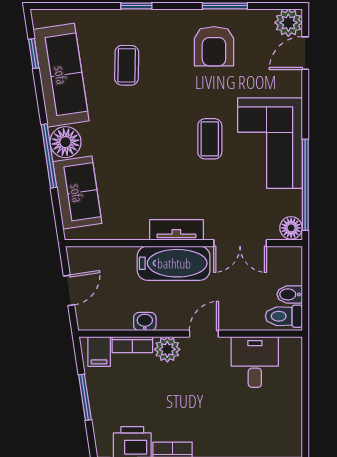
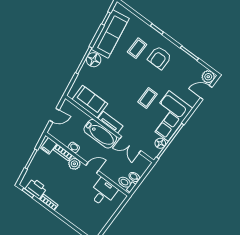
armchair: (214, 46) -> (160, 58), moved
sofa: (77, 193) -> (90, 102), moved, turned -81
floor lamp: (291, 228) -> (160, 143), moved

